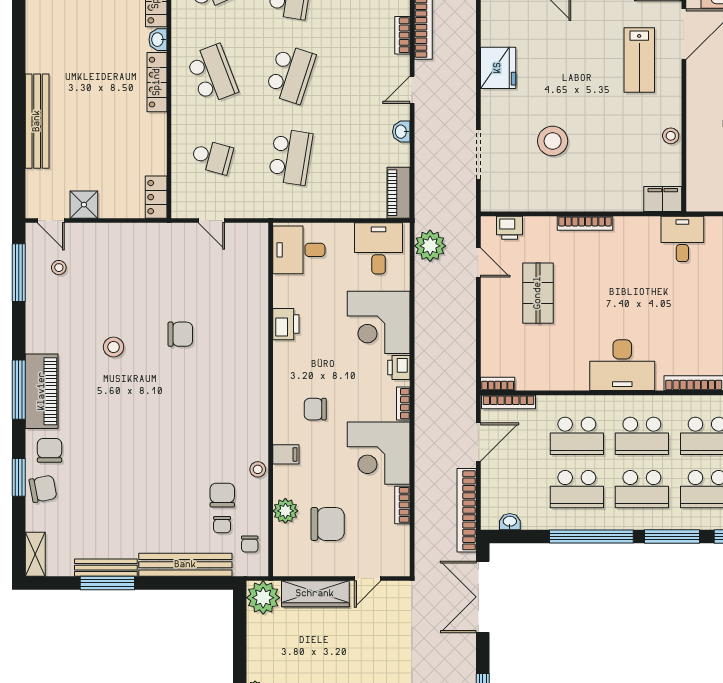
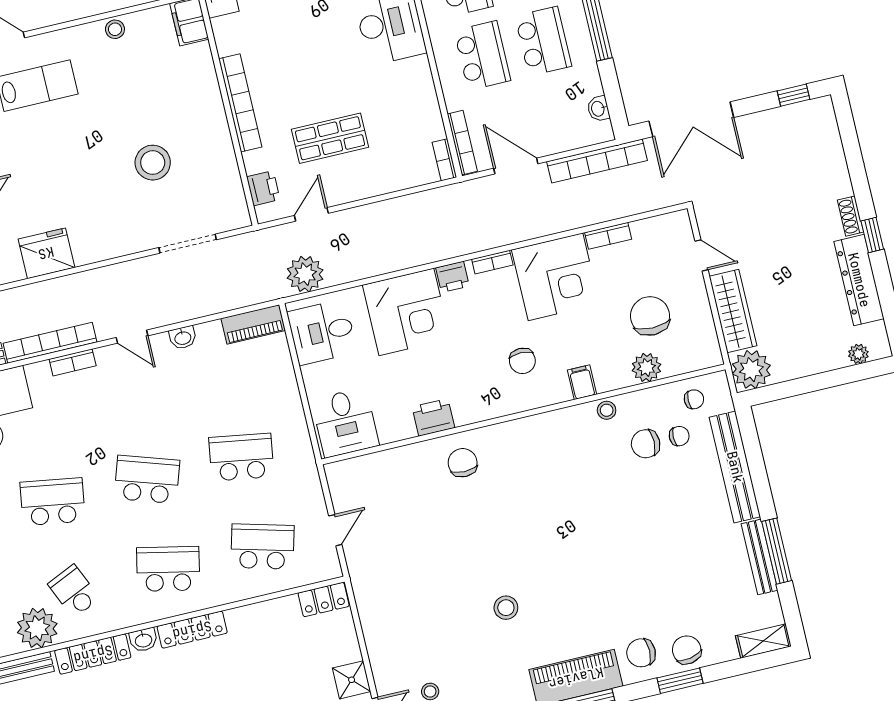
fridge: (498, 68) -> (46, 253), moved
school desk: (212, 74) -> (168, 569), turned 33
school desk: (212, 157) -> (262, 547), width x1.85
bookcase: (585, 223) -> (240, 103), width x1.48, depth x1.31
chair: (180, 334) -> (463, 463), moved

